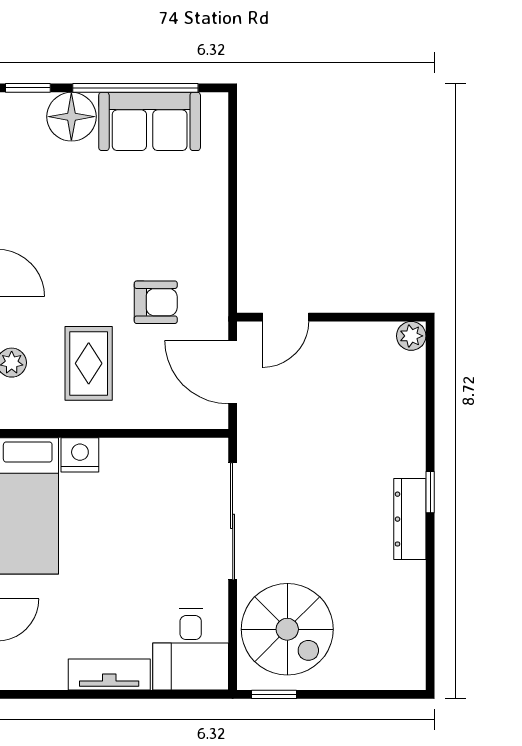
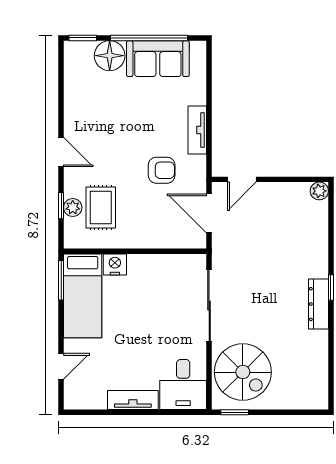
tv unit: (213, 237) -> (197, 130), added
rug: (89, 363) -> (101, 207), moved

